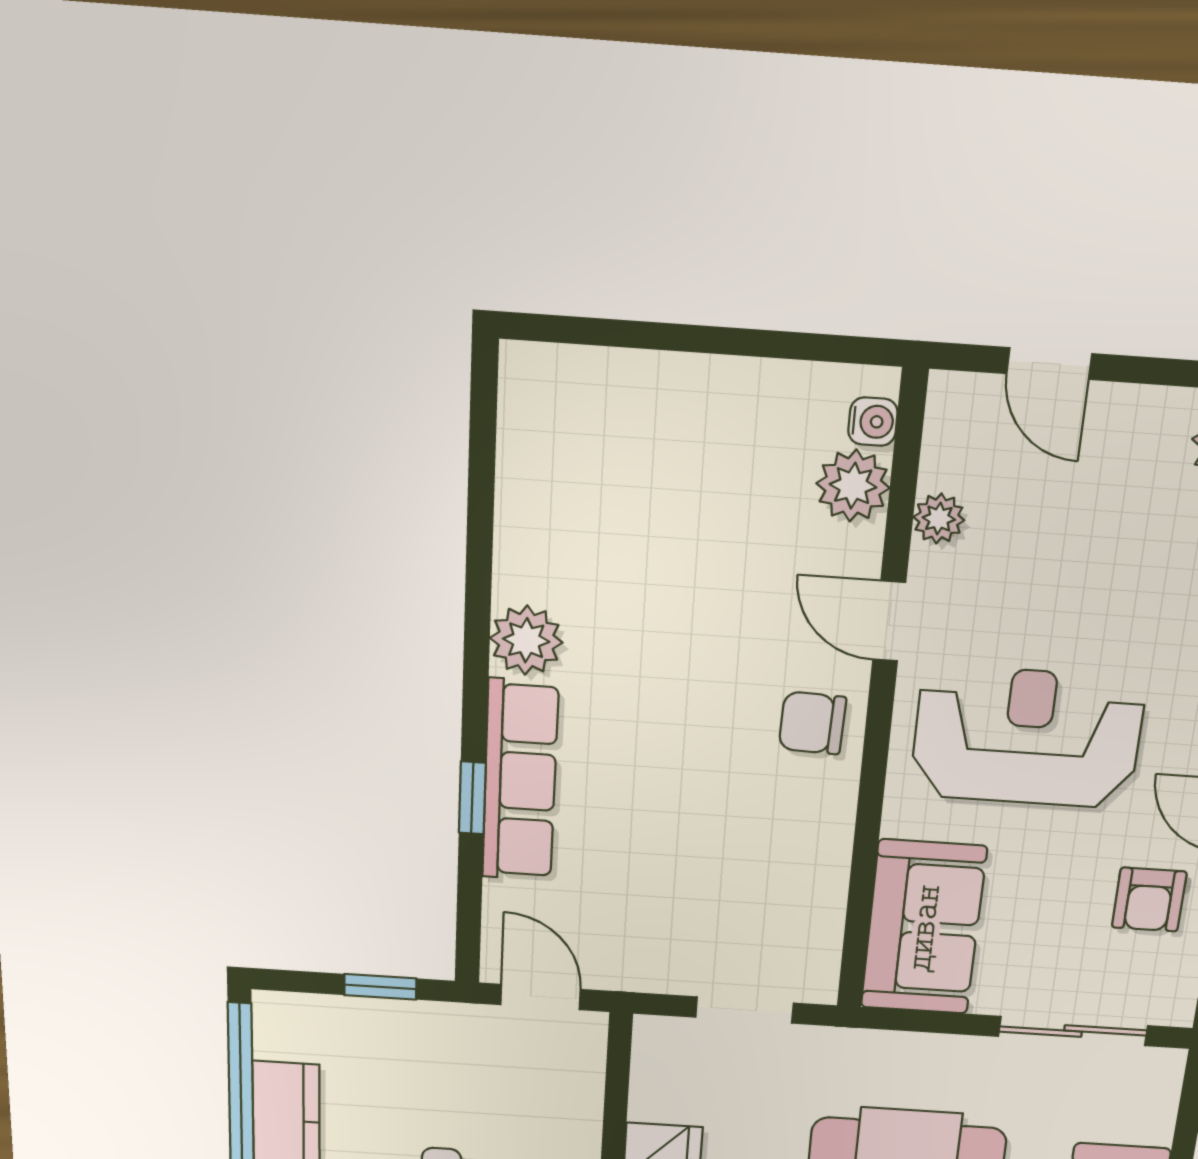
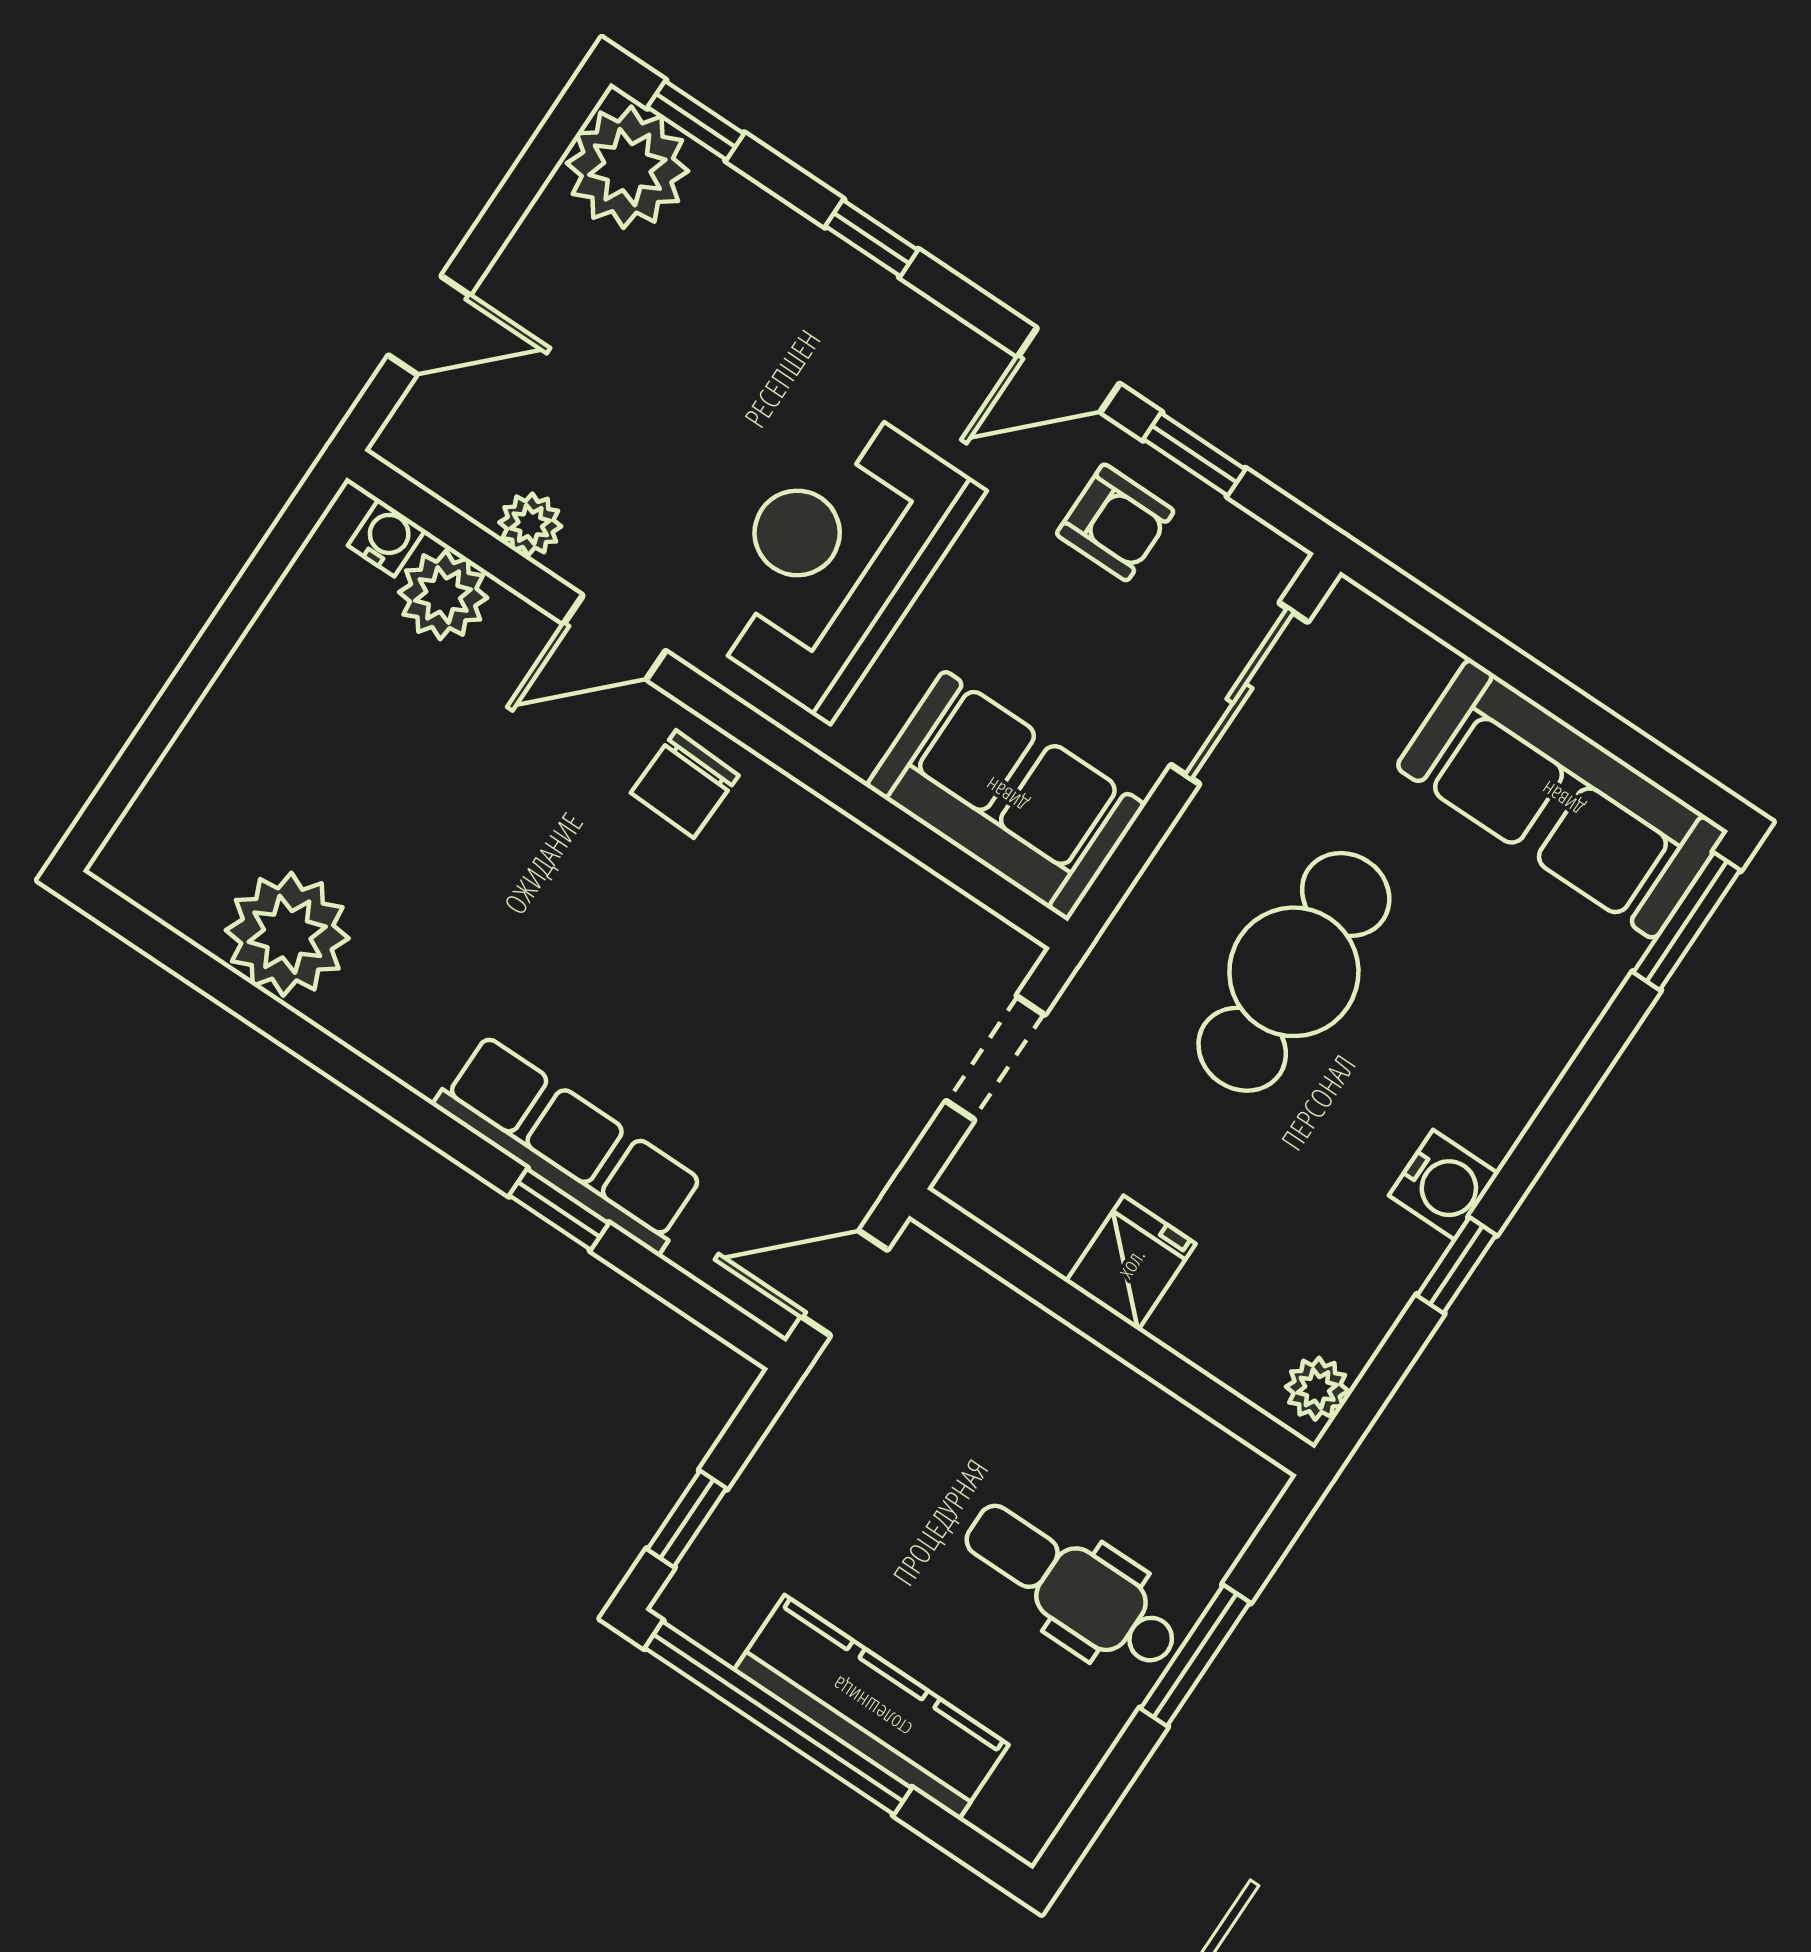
plant: (526, 640) -> (287, 934), moved, width x1.36, depth x1.36
window: (380, 987) -> (687, 1519), moved

